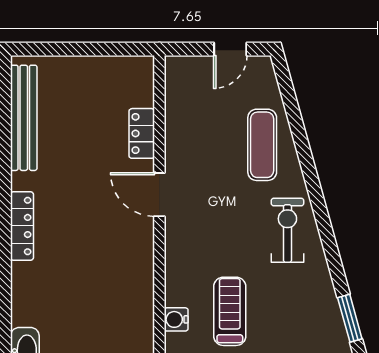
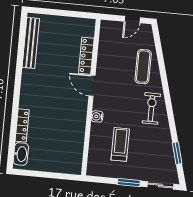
locker: (142, 133) -> (86, 56), width x1.53
locker: (22, 226) -> (22, 125), moved
water cooler: (176, 319) -> (97, 116), moved

